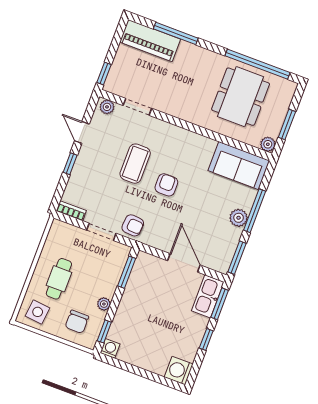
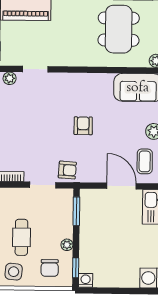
coffee table: (135, 164) -> (145, 161), moved, width x0.73, depth x0.77

